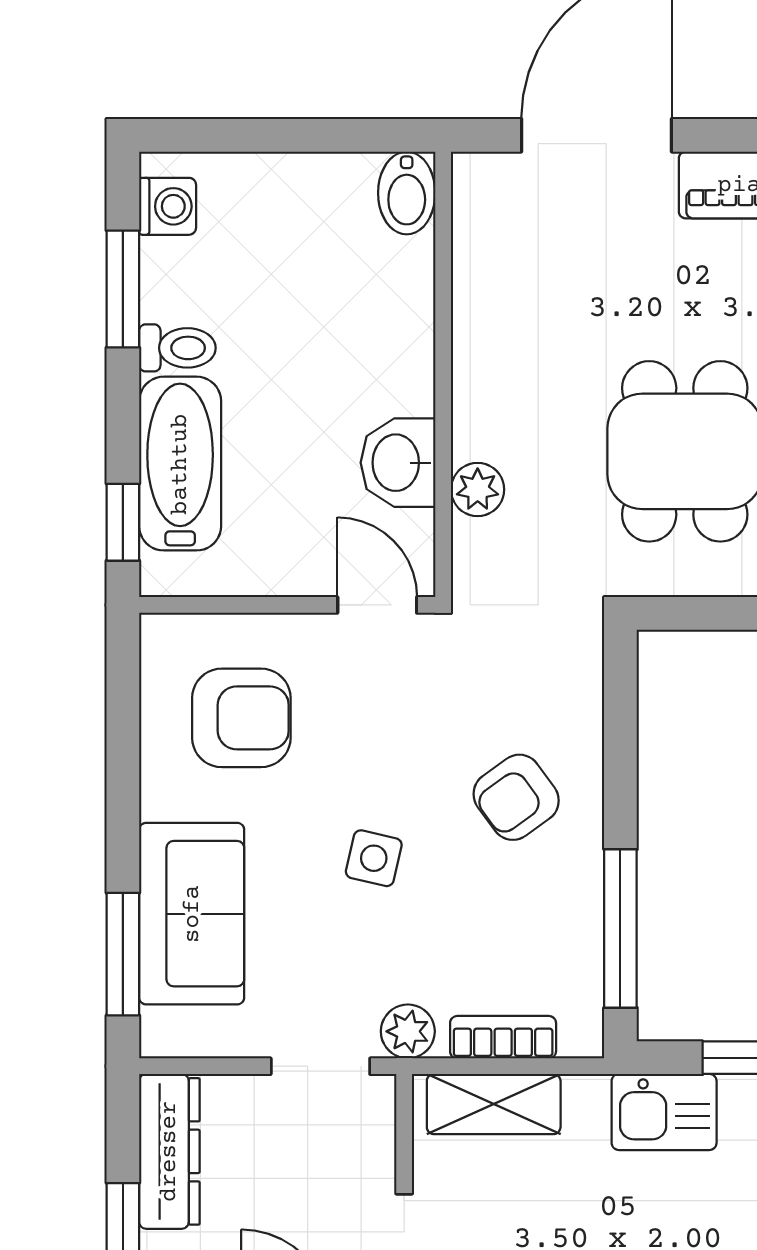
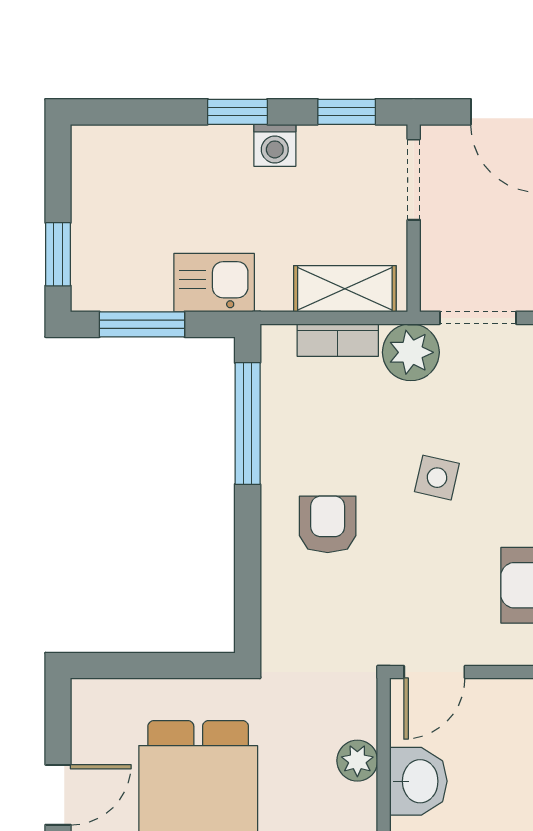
door: (377, 605) -> (434, 672), hinge flipped
armchair: (516, 797) -> (328, 524), turned -54
plant: (408, 1031) -> (411, 352), width x1.38, depth x1.38

